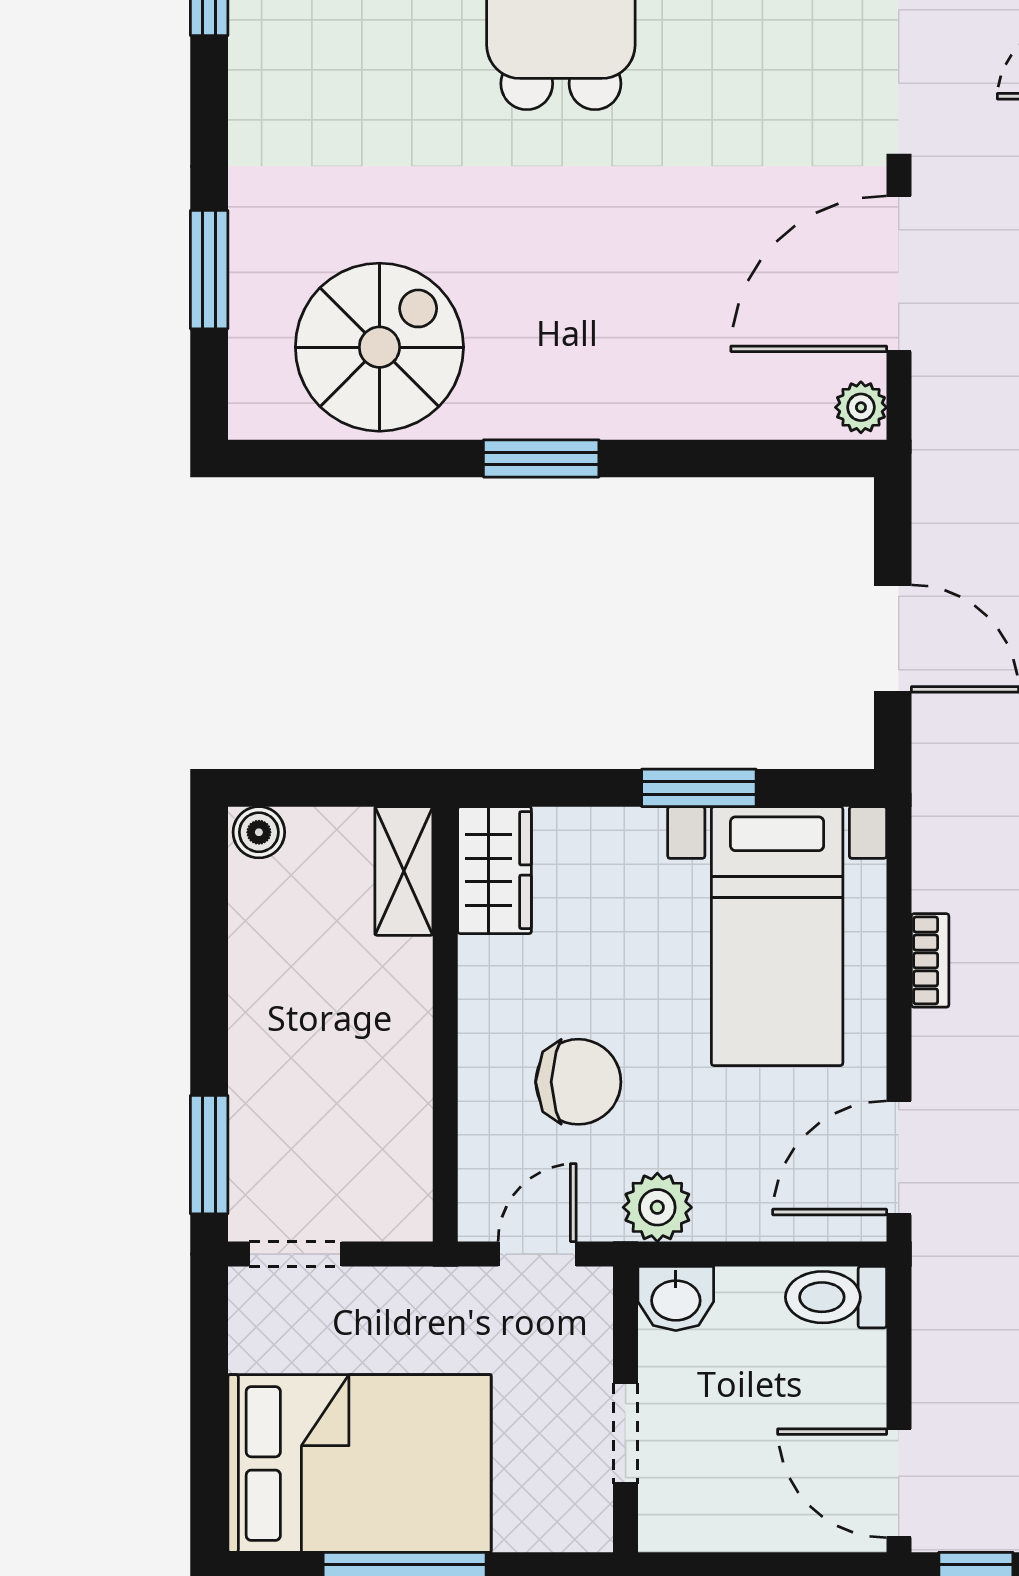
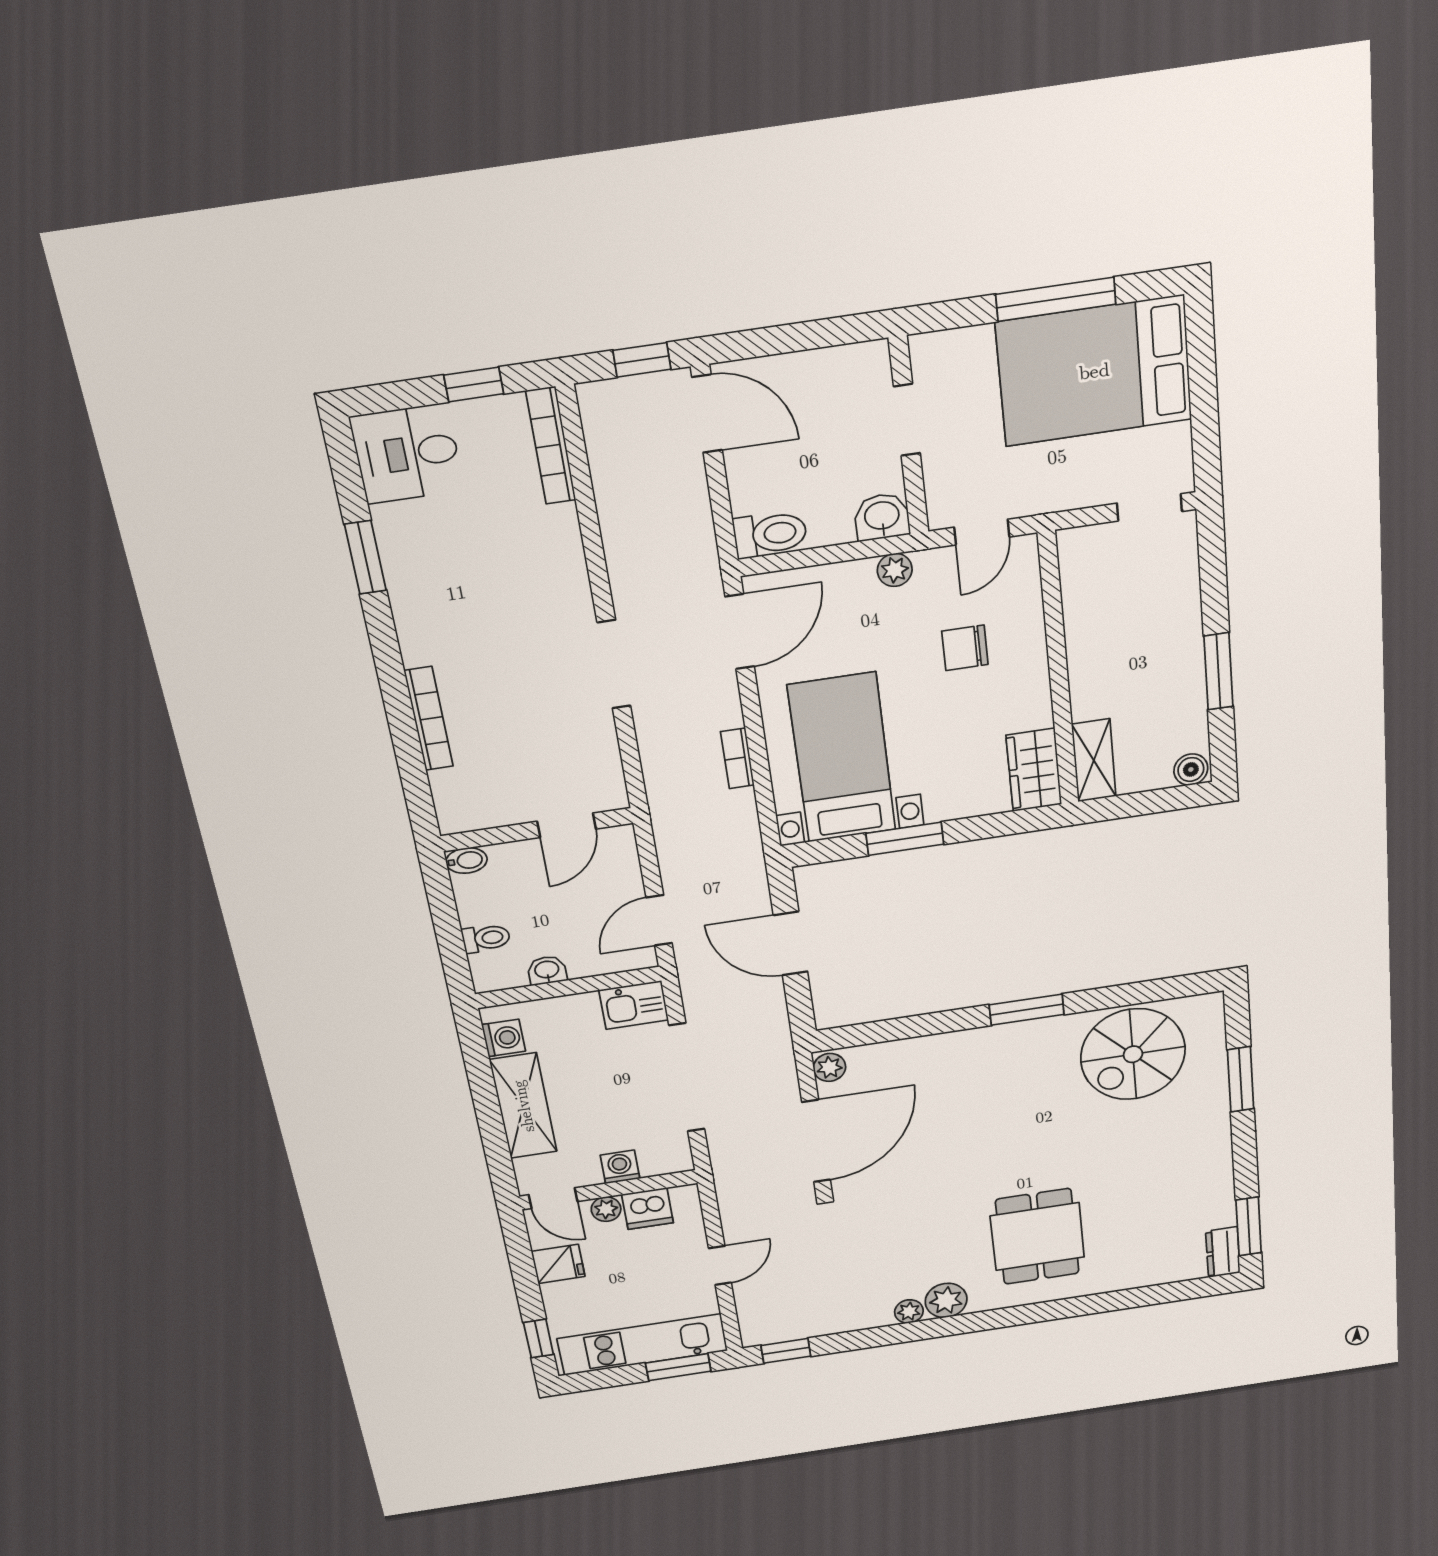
chair: (578, 1082) -> (965, 648), width x0.73, depth x0.73
window: (209, 1155) -> (1218, 671), moved
plant: (657, 1207) -> (895, 570), width x0.73, depth x0.73

